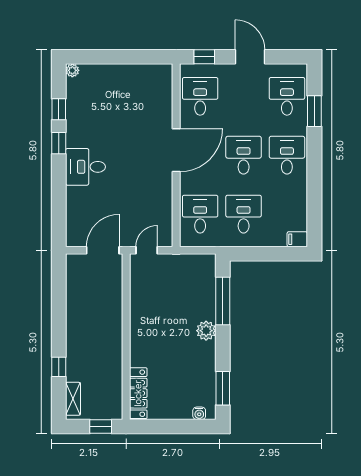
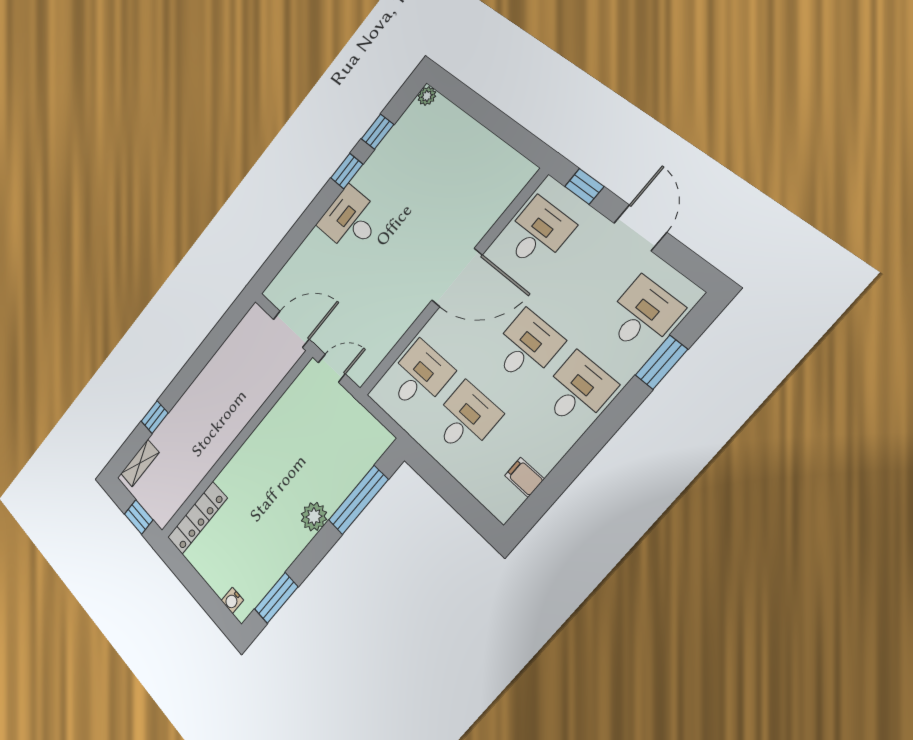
filing cabinet: (297, 239) -> (524, 477), moved

